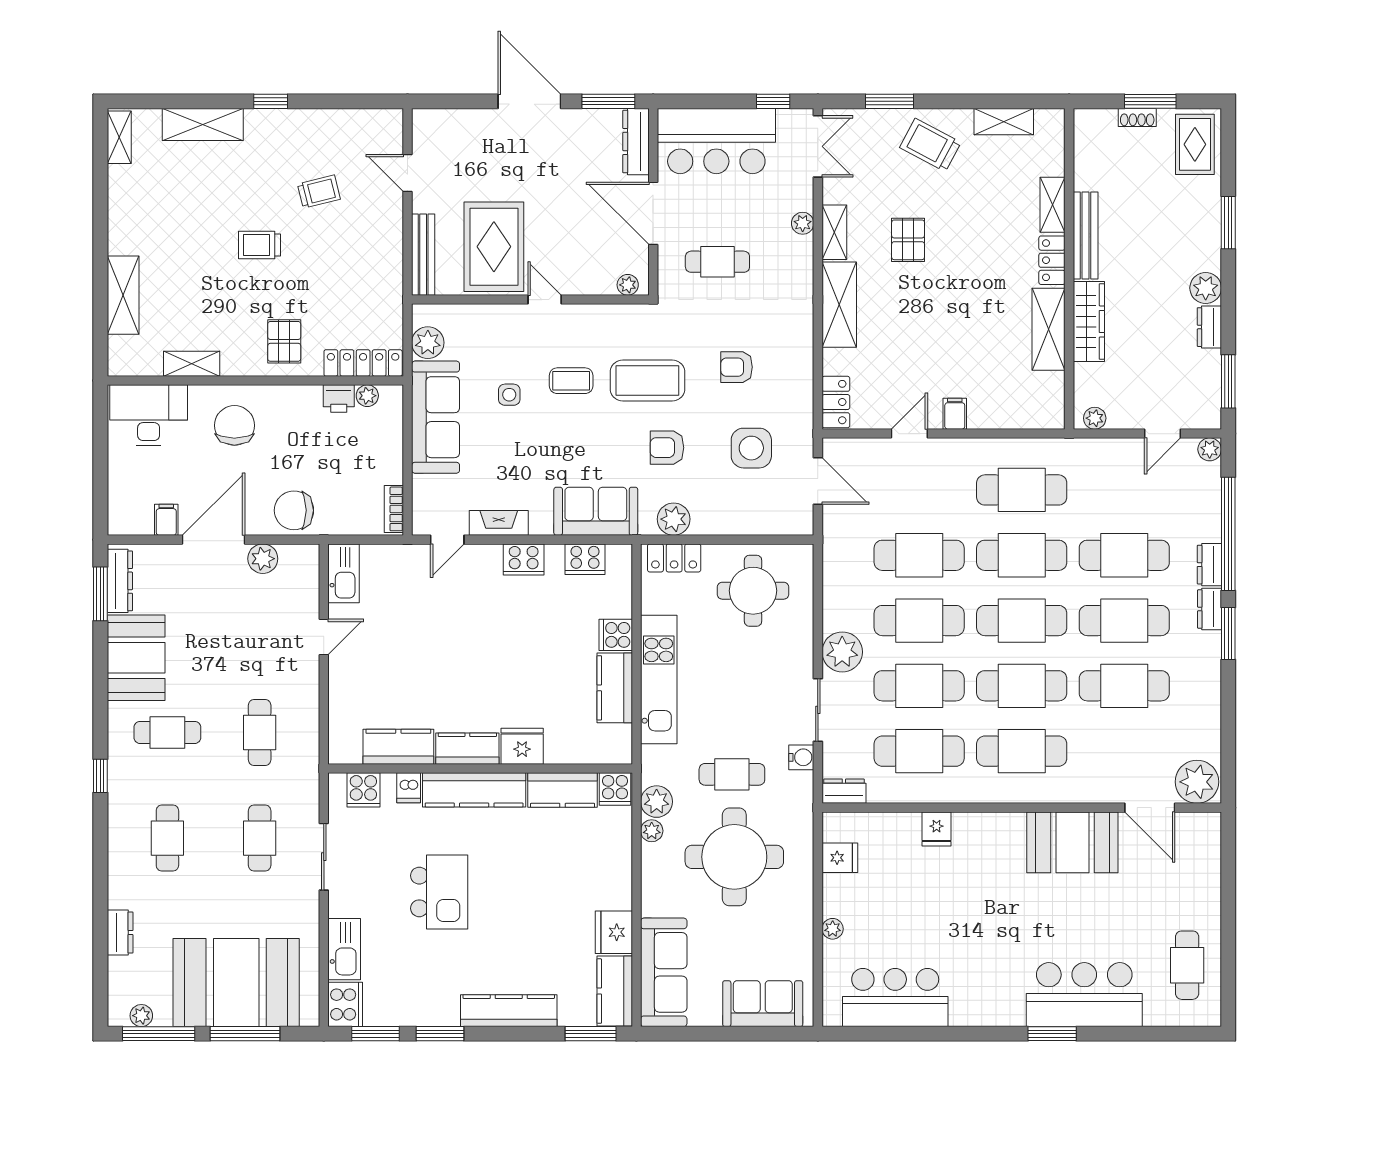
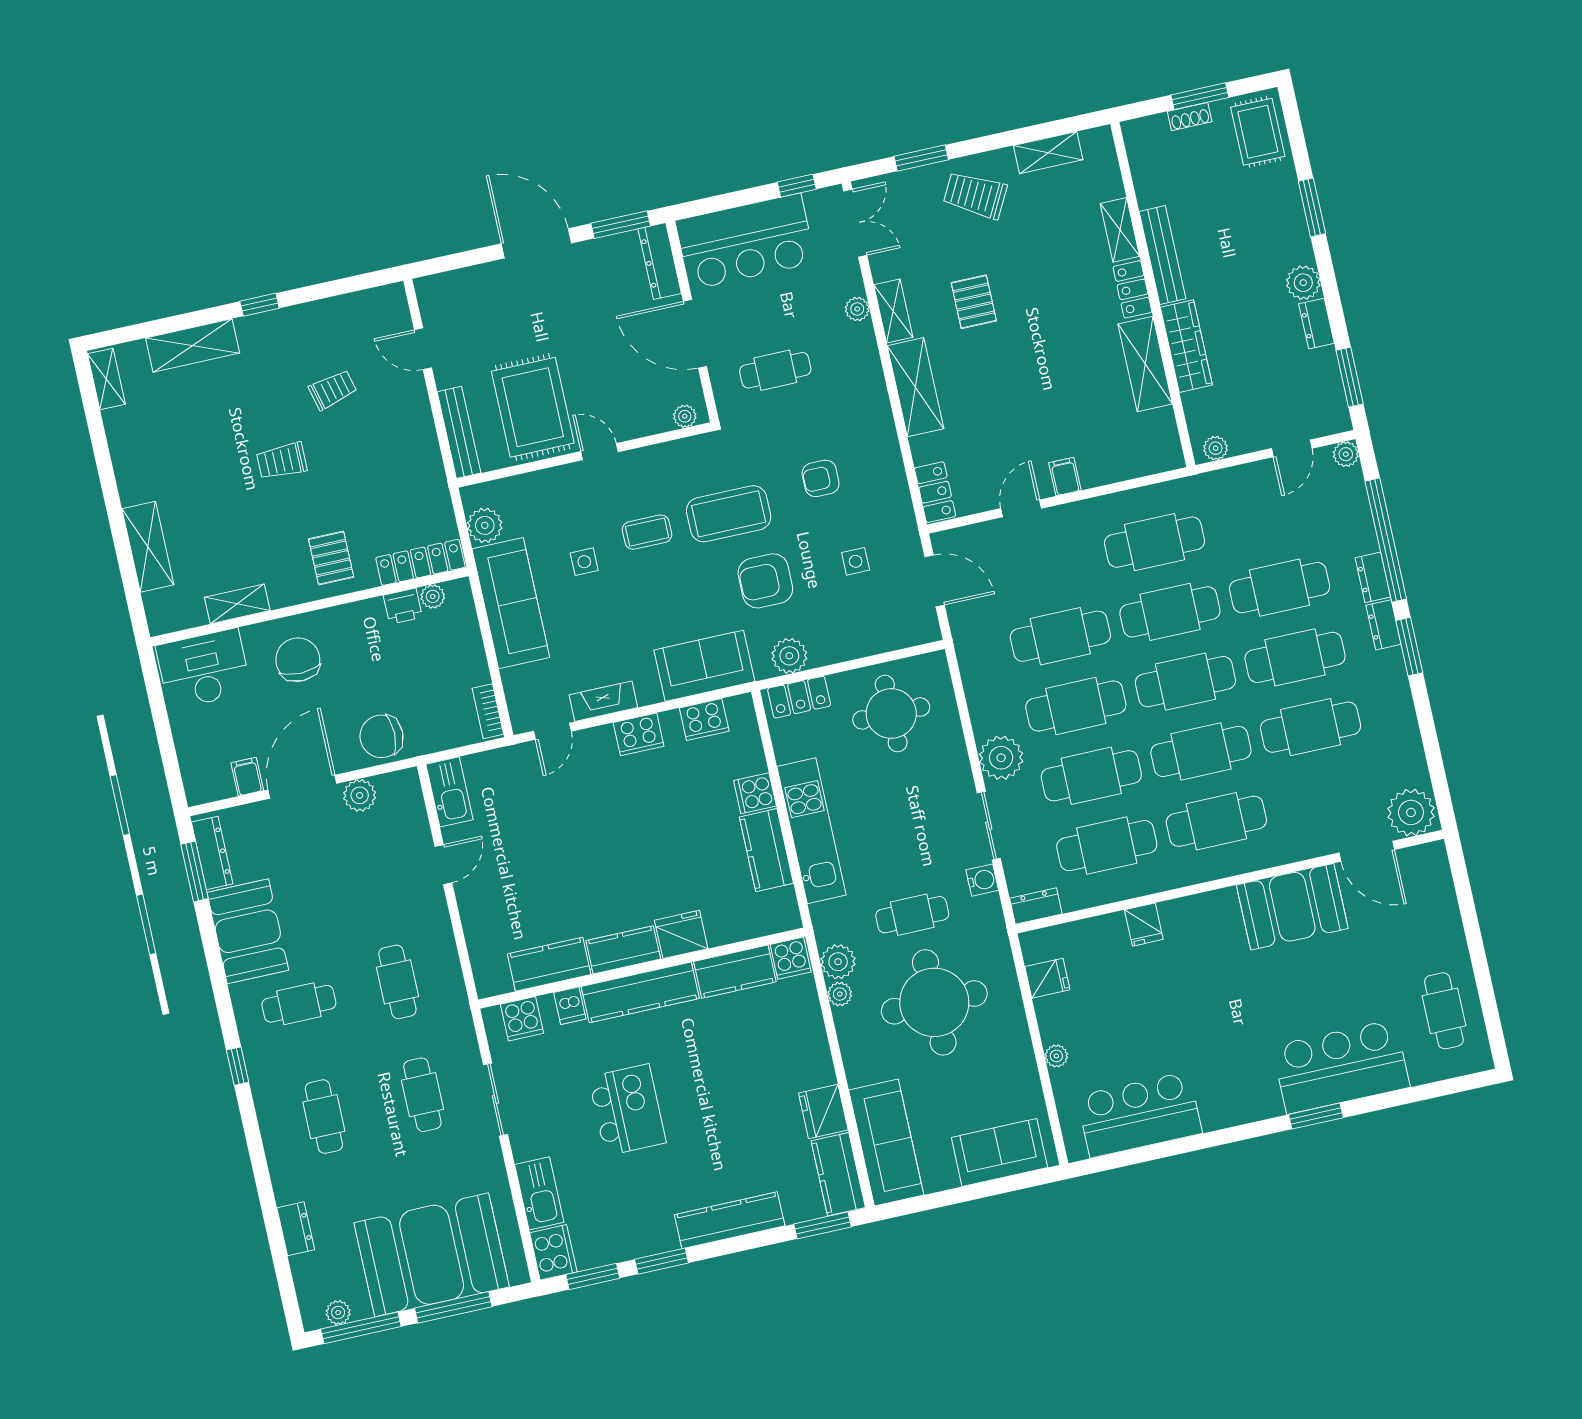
armchair: (667, 448) -> (765, 581), width x1.38, depth x1.38
side table: (751, 448) -> (856, 561), width x0.54, depth x0.54

